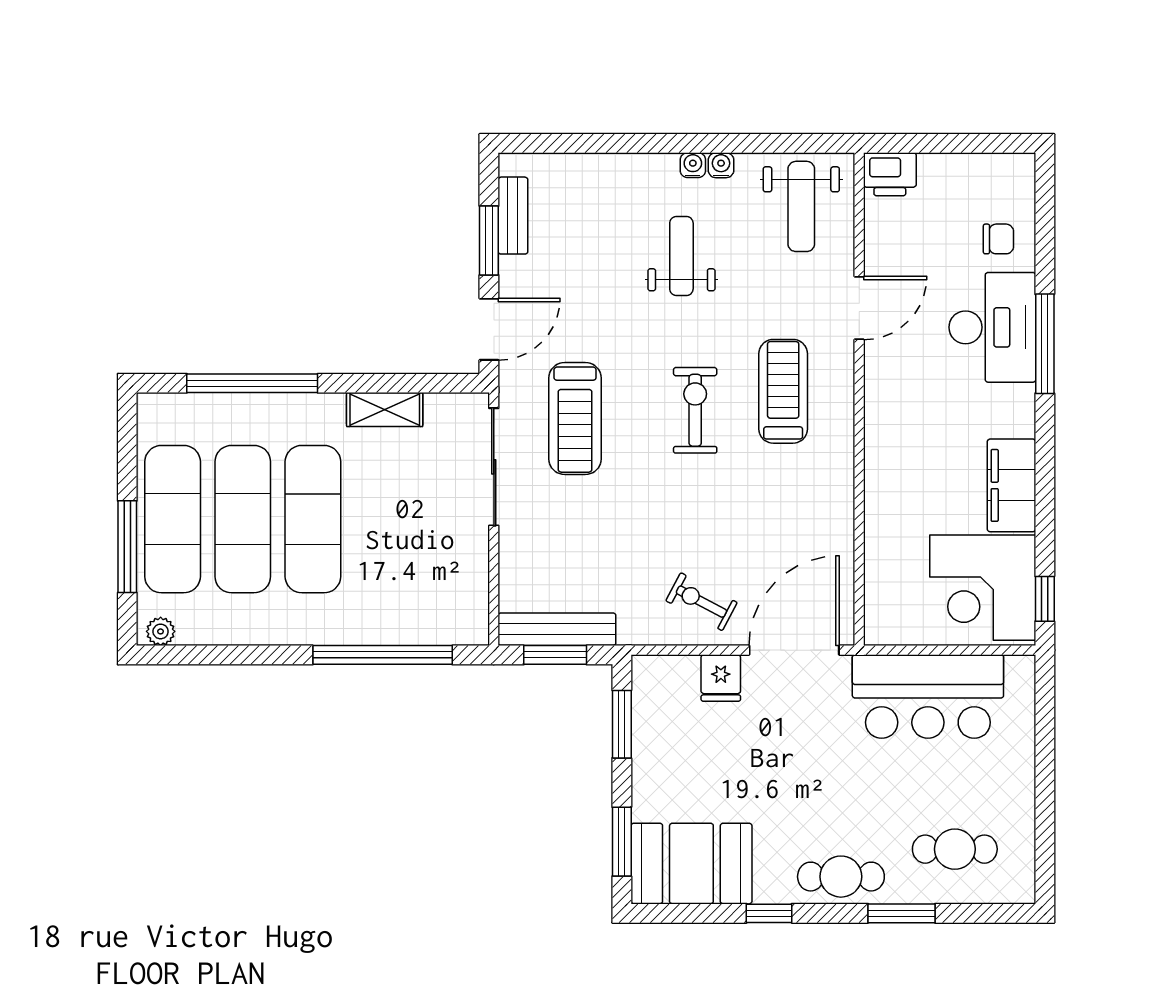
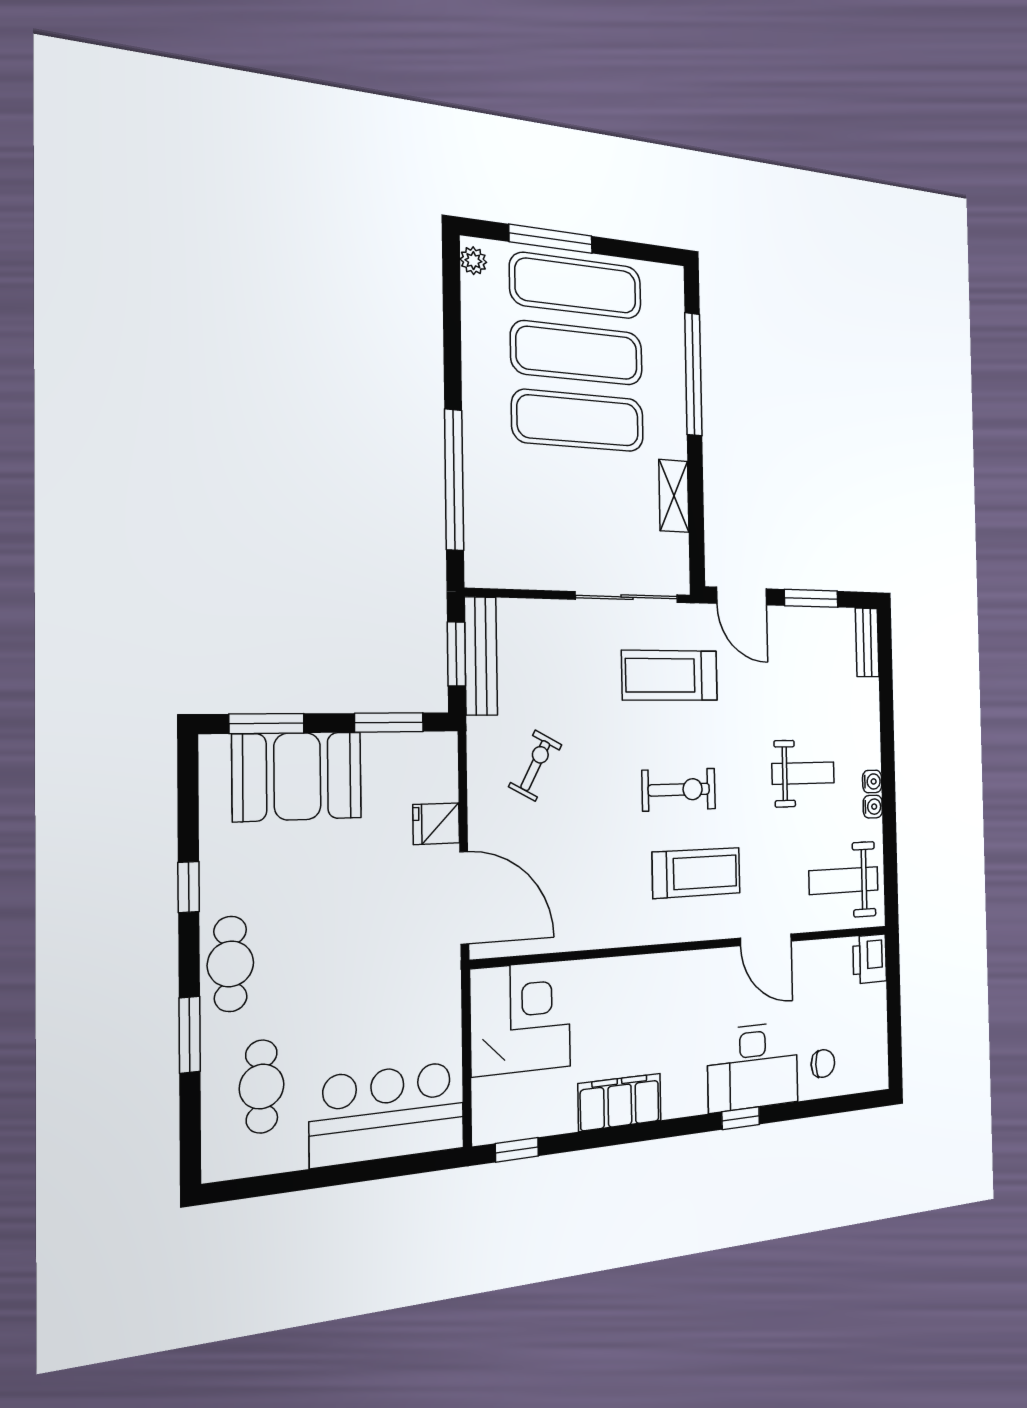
bench: (513, 216) -> (867, 643), moved, turned 90
chair: (998, 239) -> (823, 1063), turned -90
window: (1045, 344) -> (741, 1118), width x0.46
corner desk: (983, 588) -> (520, 1018), moved, turned 90
exercise bike: (701, 602) -> (535, 766), moved
bar counter: (928, 696) -> (388, 1114), moved, turned 90
booth: (691, 864) -> (297, 776), moved, turned 90

